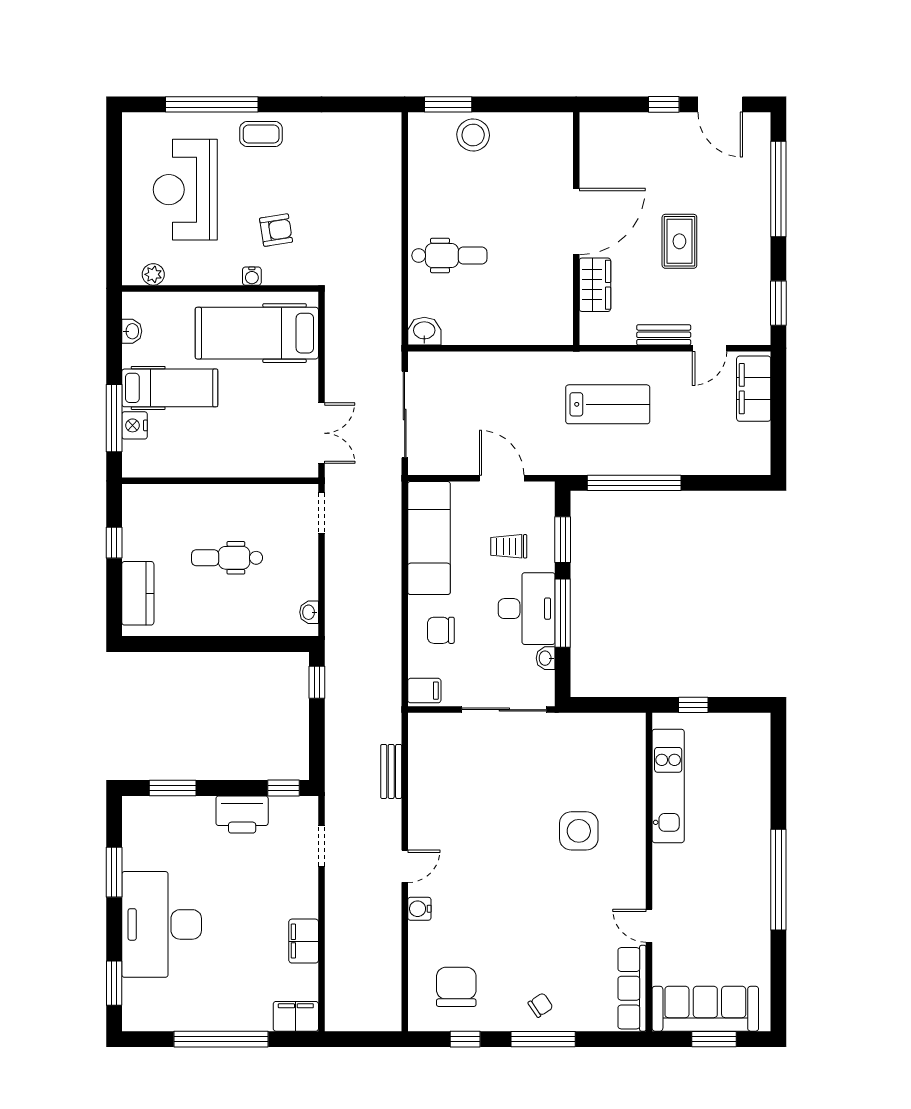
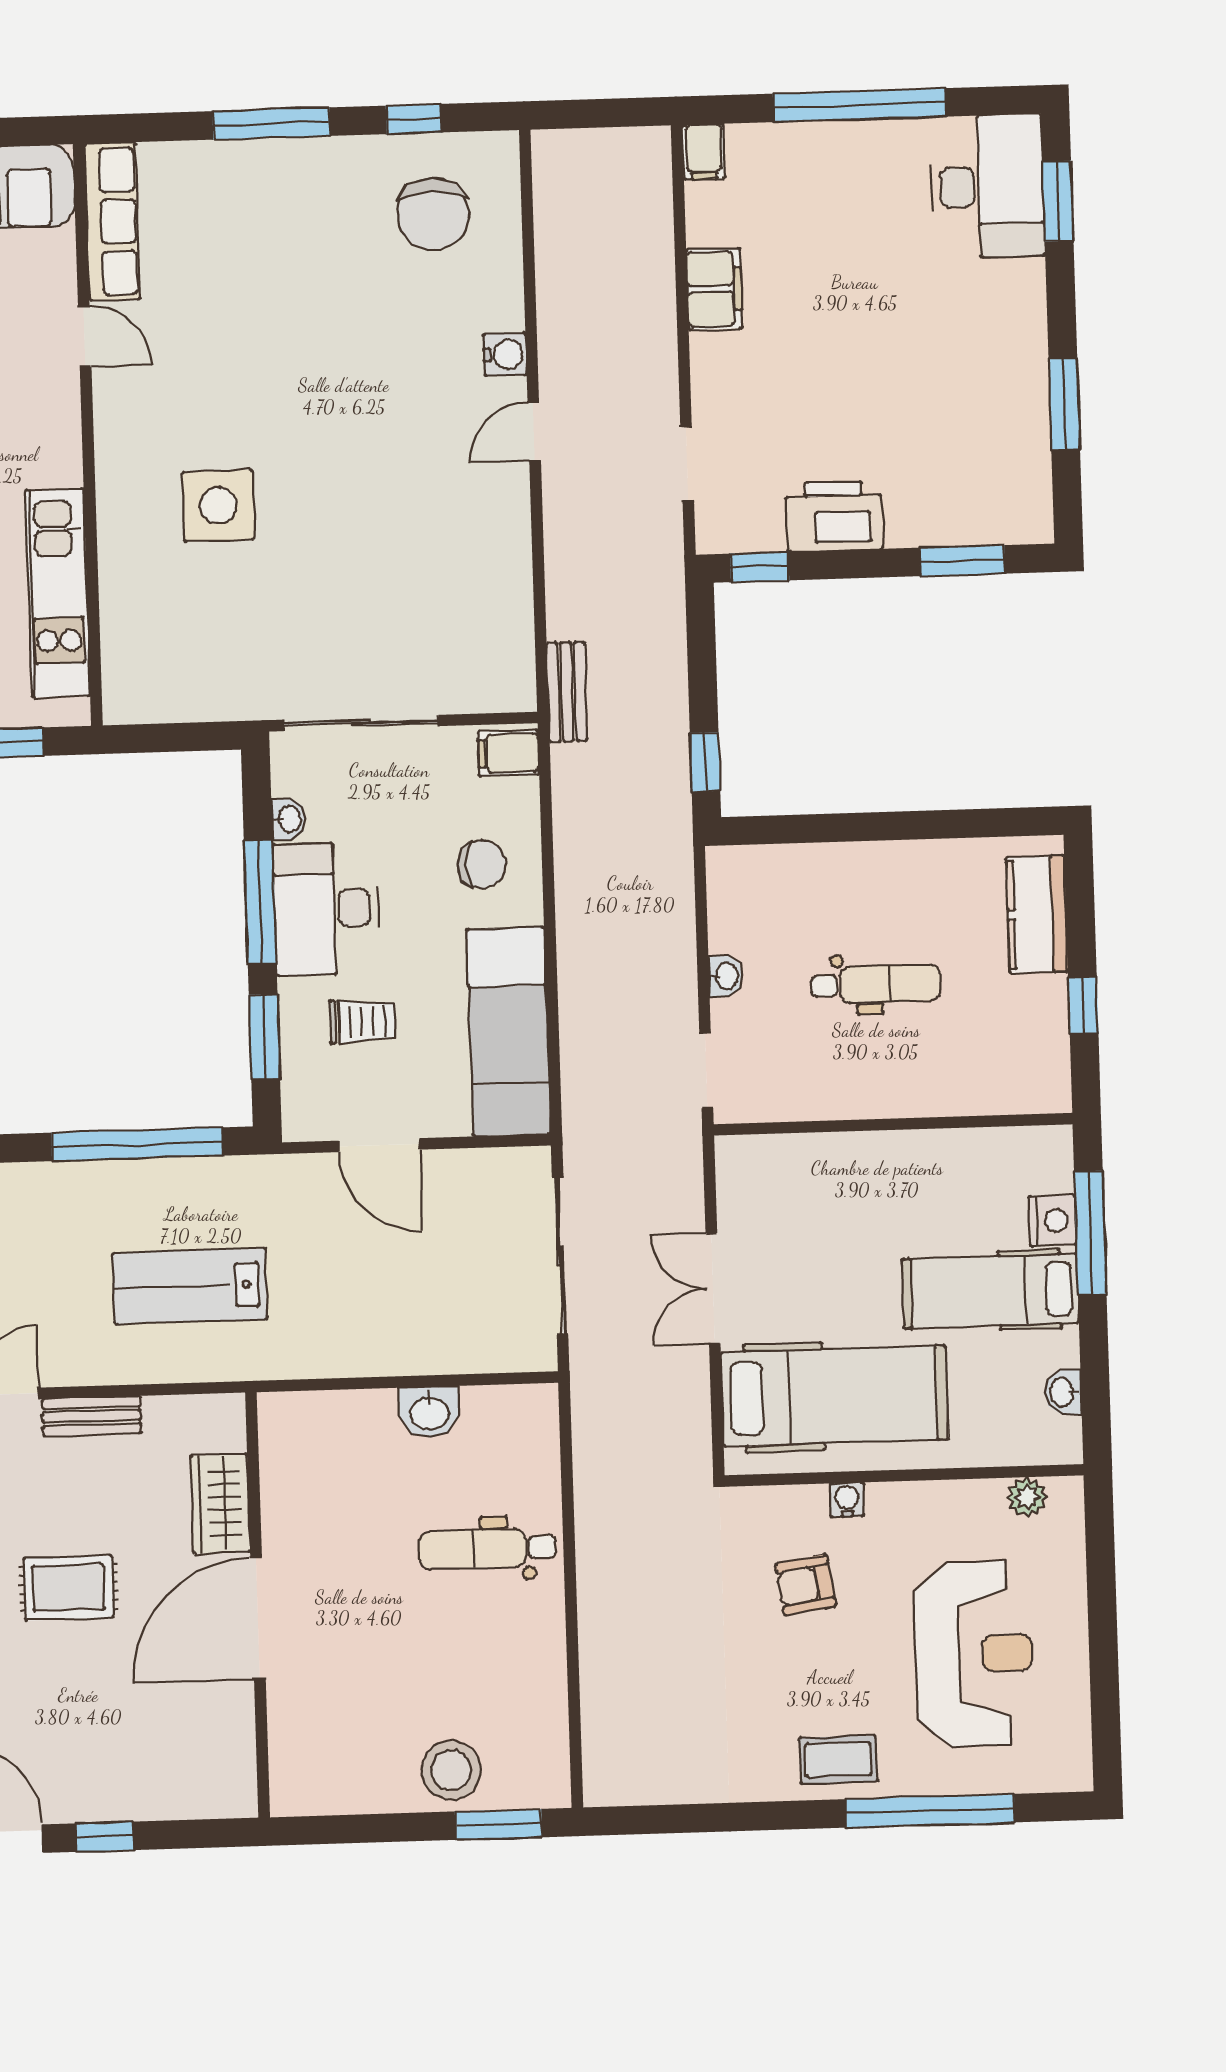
rug: (679, 241) -> (68, 1588), turned 90
washbasin: (424, 331) -> (429, 1412), moved
double door: (321, 433) -> (713, 1288), moved
washbasin: (309, 612) -> (726, 976), moved
bench: (391, 771) -> (567, 692), moved
desk: (162, 924) -> (987, 186), moved, width x0.73, depth x0.77
chair: (541, 1005) -> (278, 186), removed
filing cabinet: (296, 1016) -> (704, 152), width x0.50

